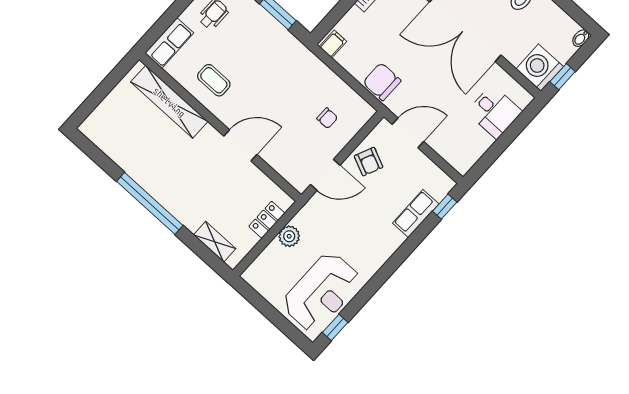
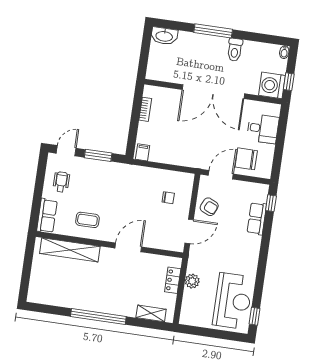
chair: (382, 82) -> (246, 159), moved

